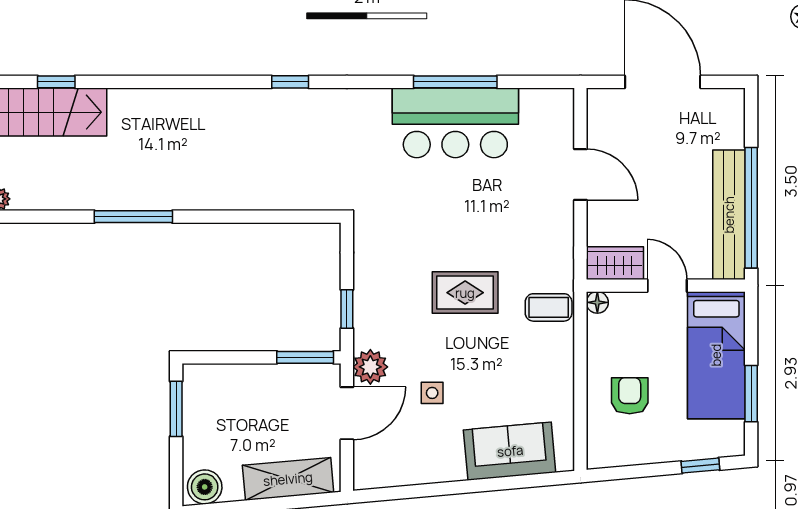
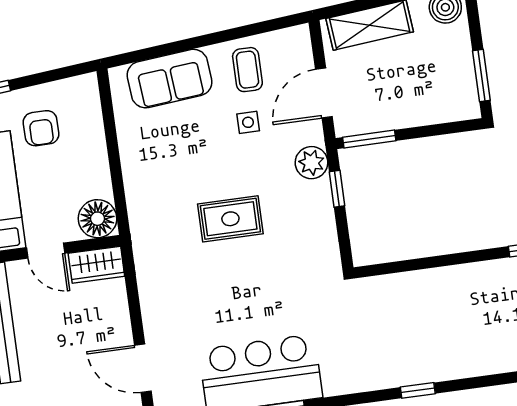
door: (580, 174) -> (143, 368), moved
floor lamp: (597, 302) -> (97, 219), width x1.89, depth x1.89
coffee table: (549, 307) -> (247, 70), moved, turned 90
plant: (370, 367) -> (311, 163), moved
armchair: (630, 396) -> (41, 128), moved

